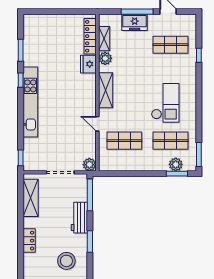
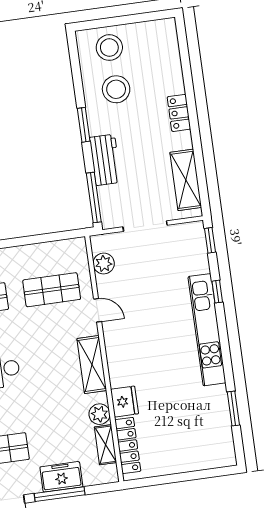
window: (21, 80) -> (217, 292), moved
plant: (89, 165) -> (104, 264), moved

